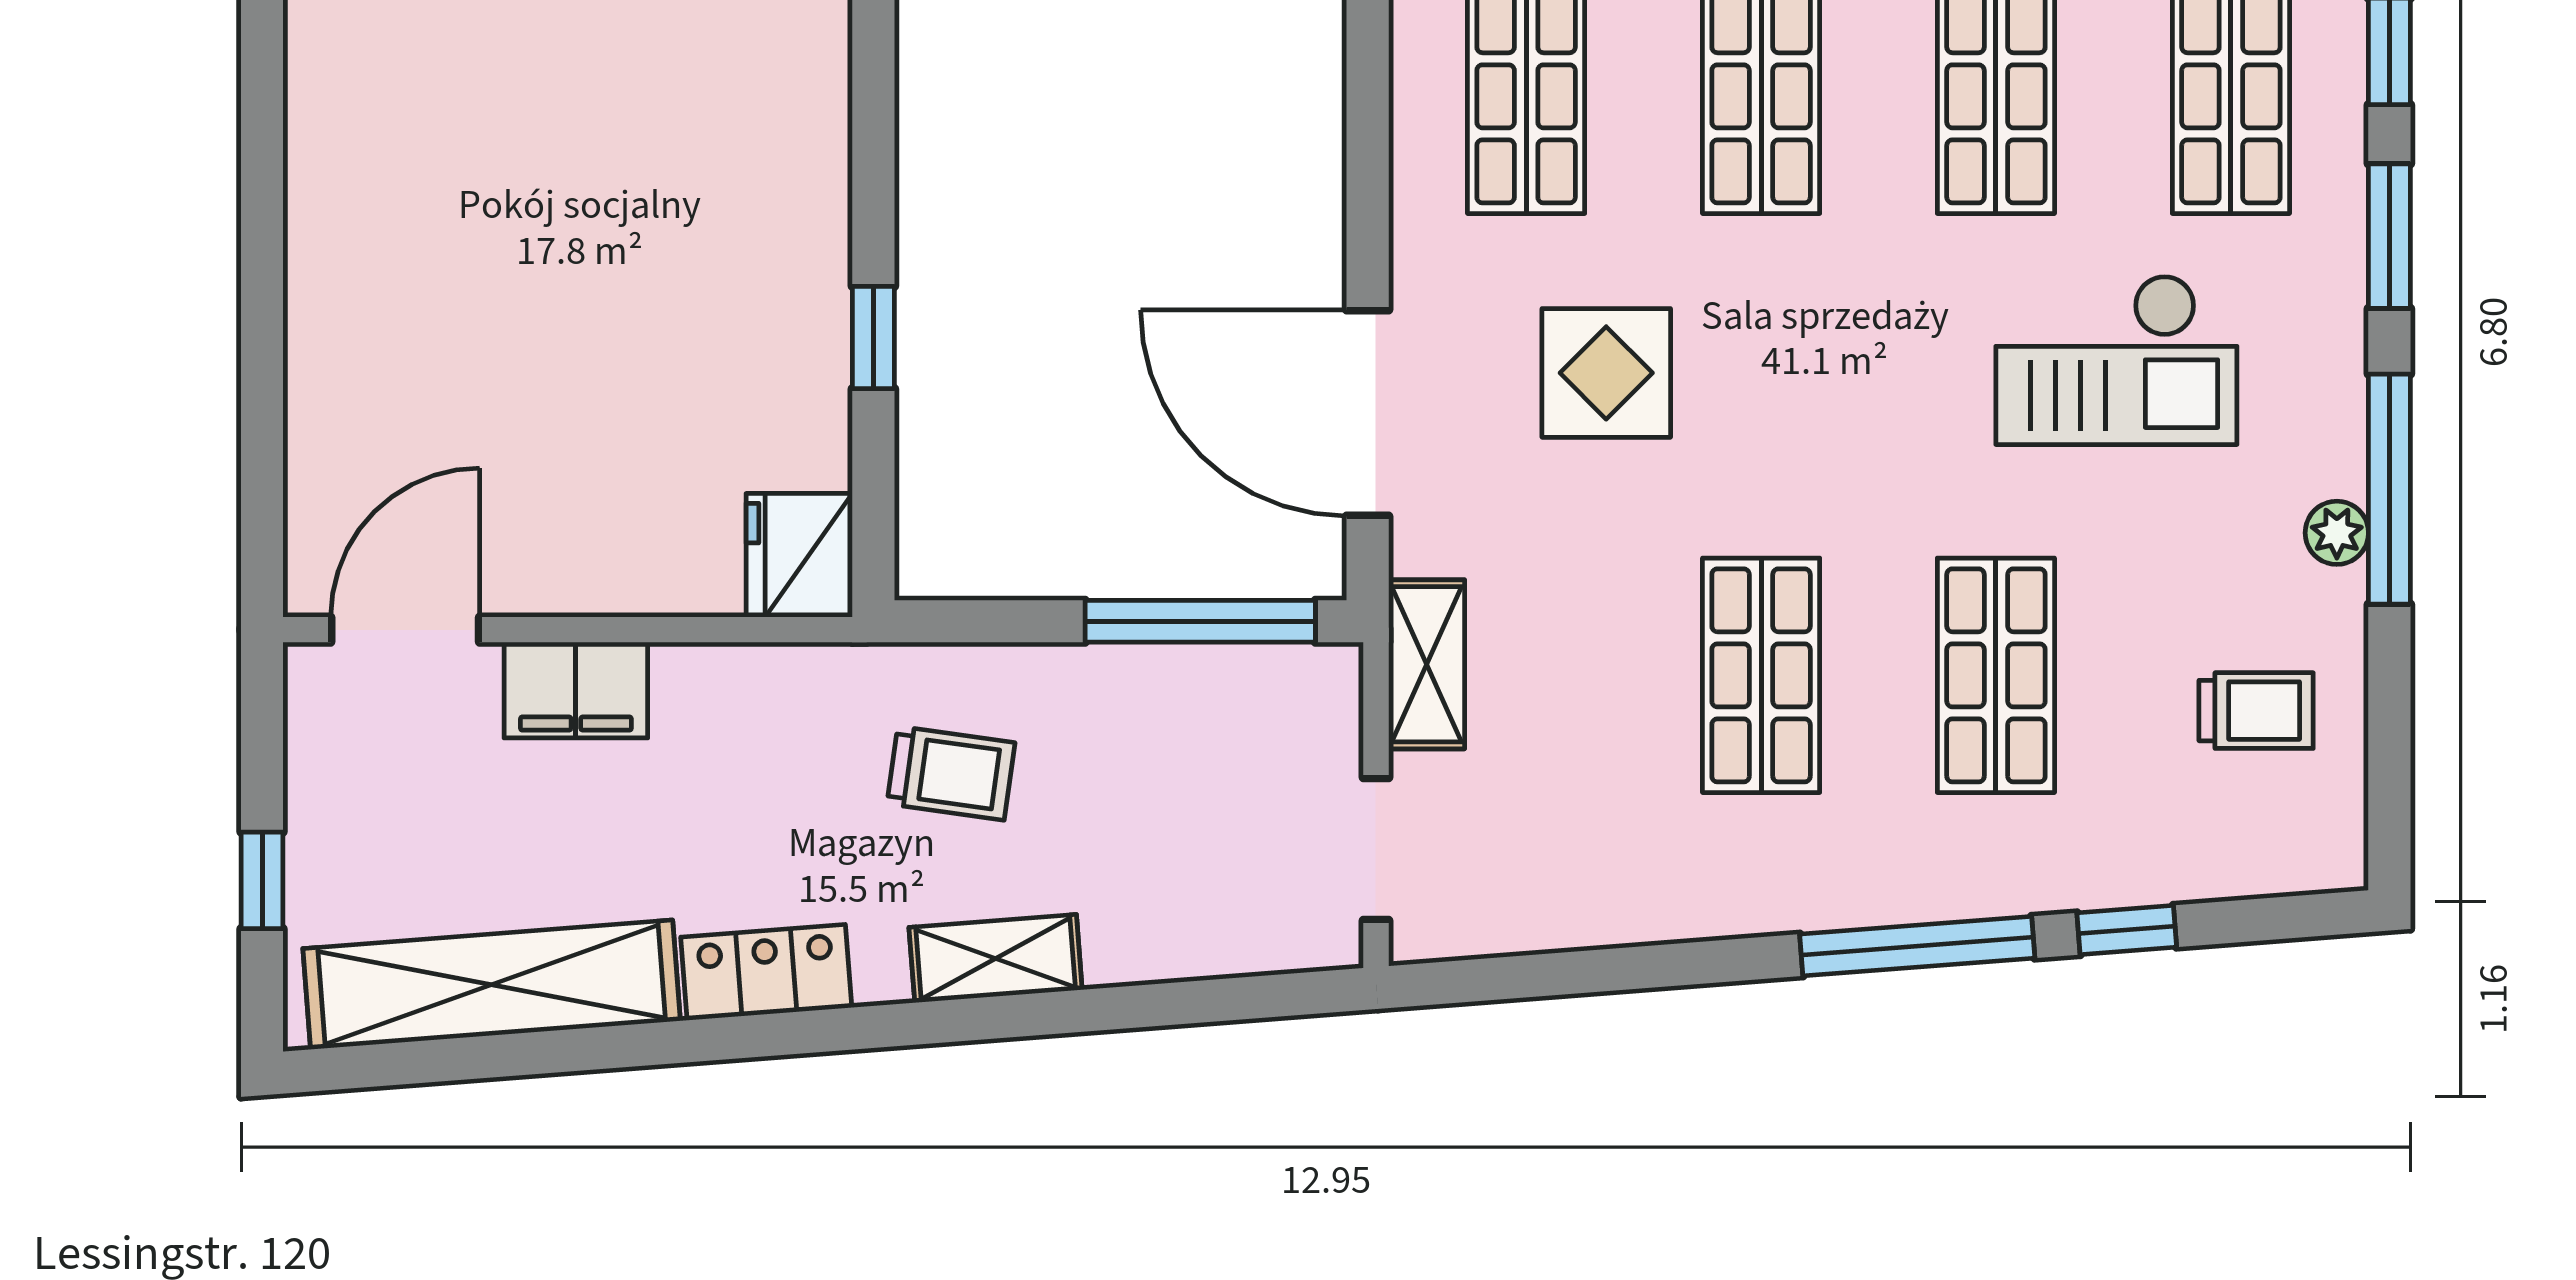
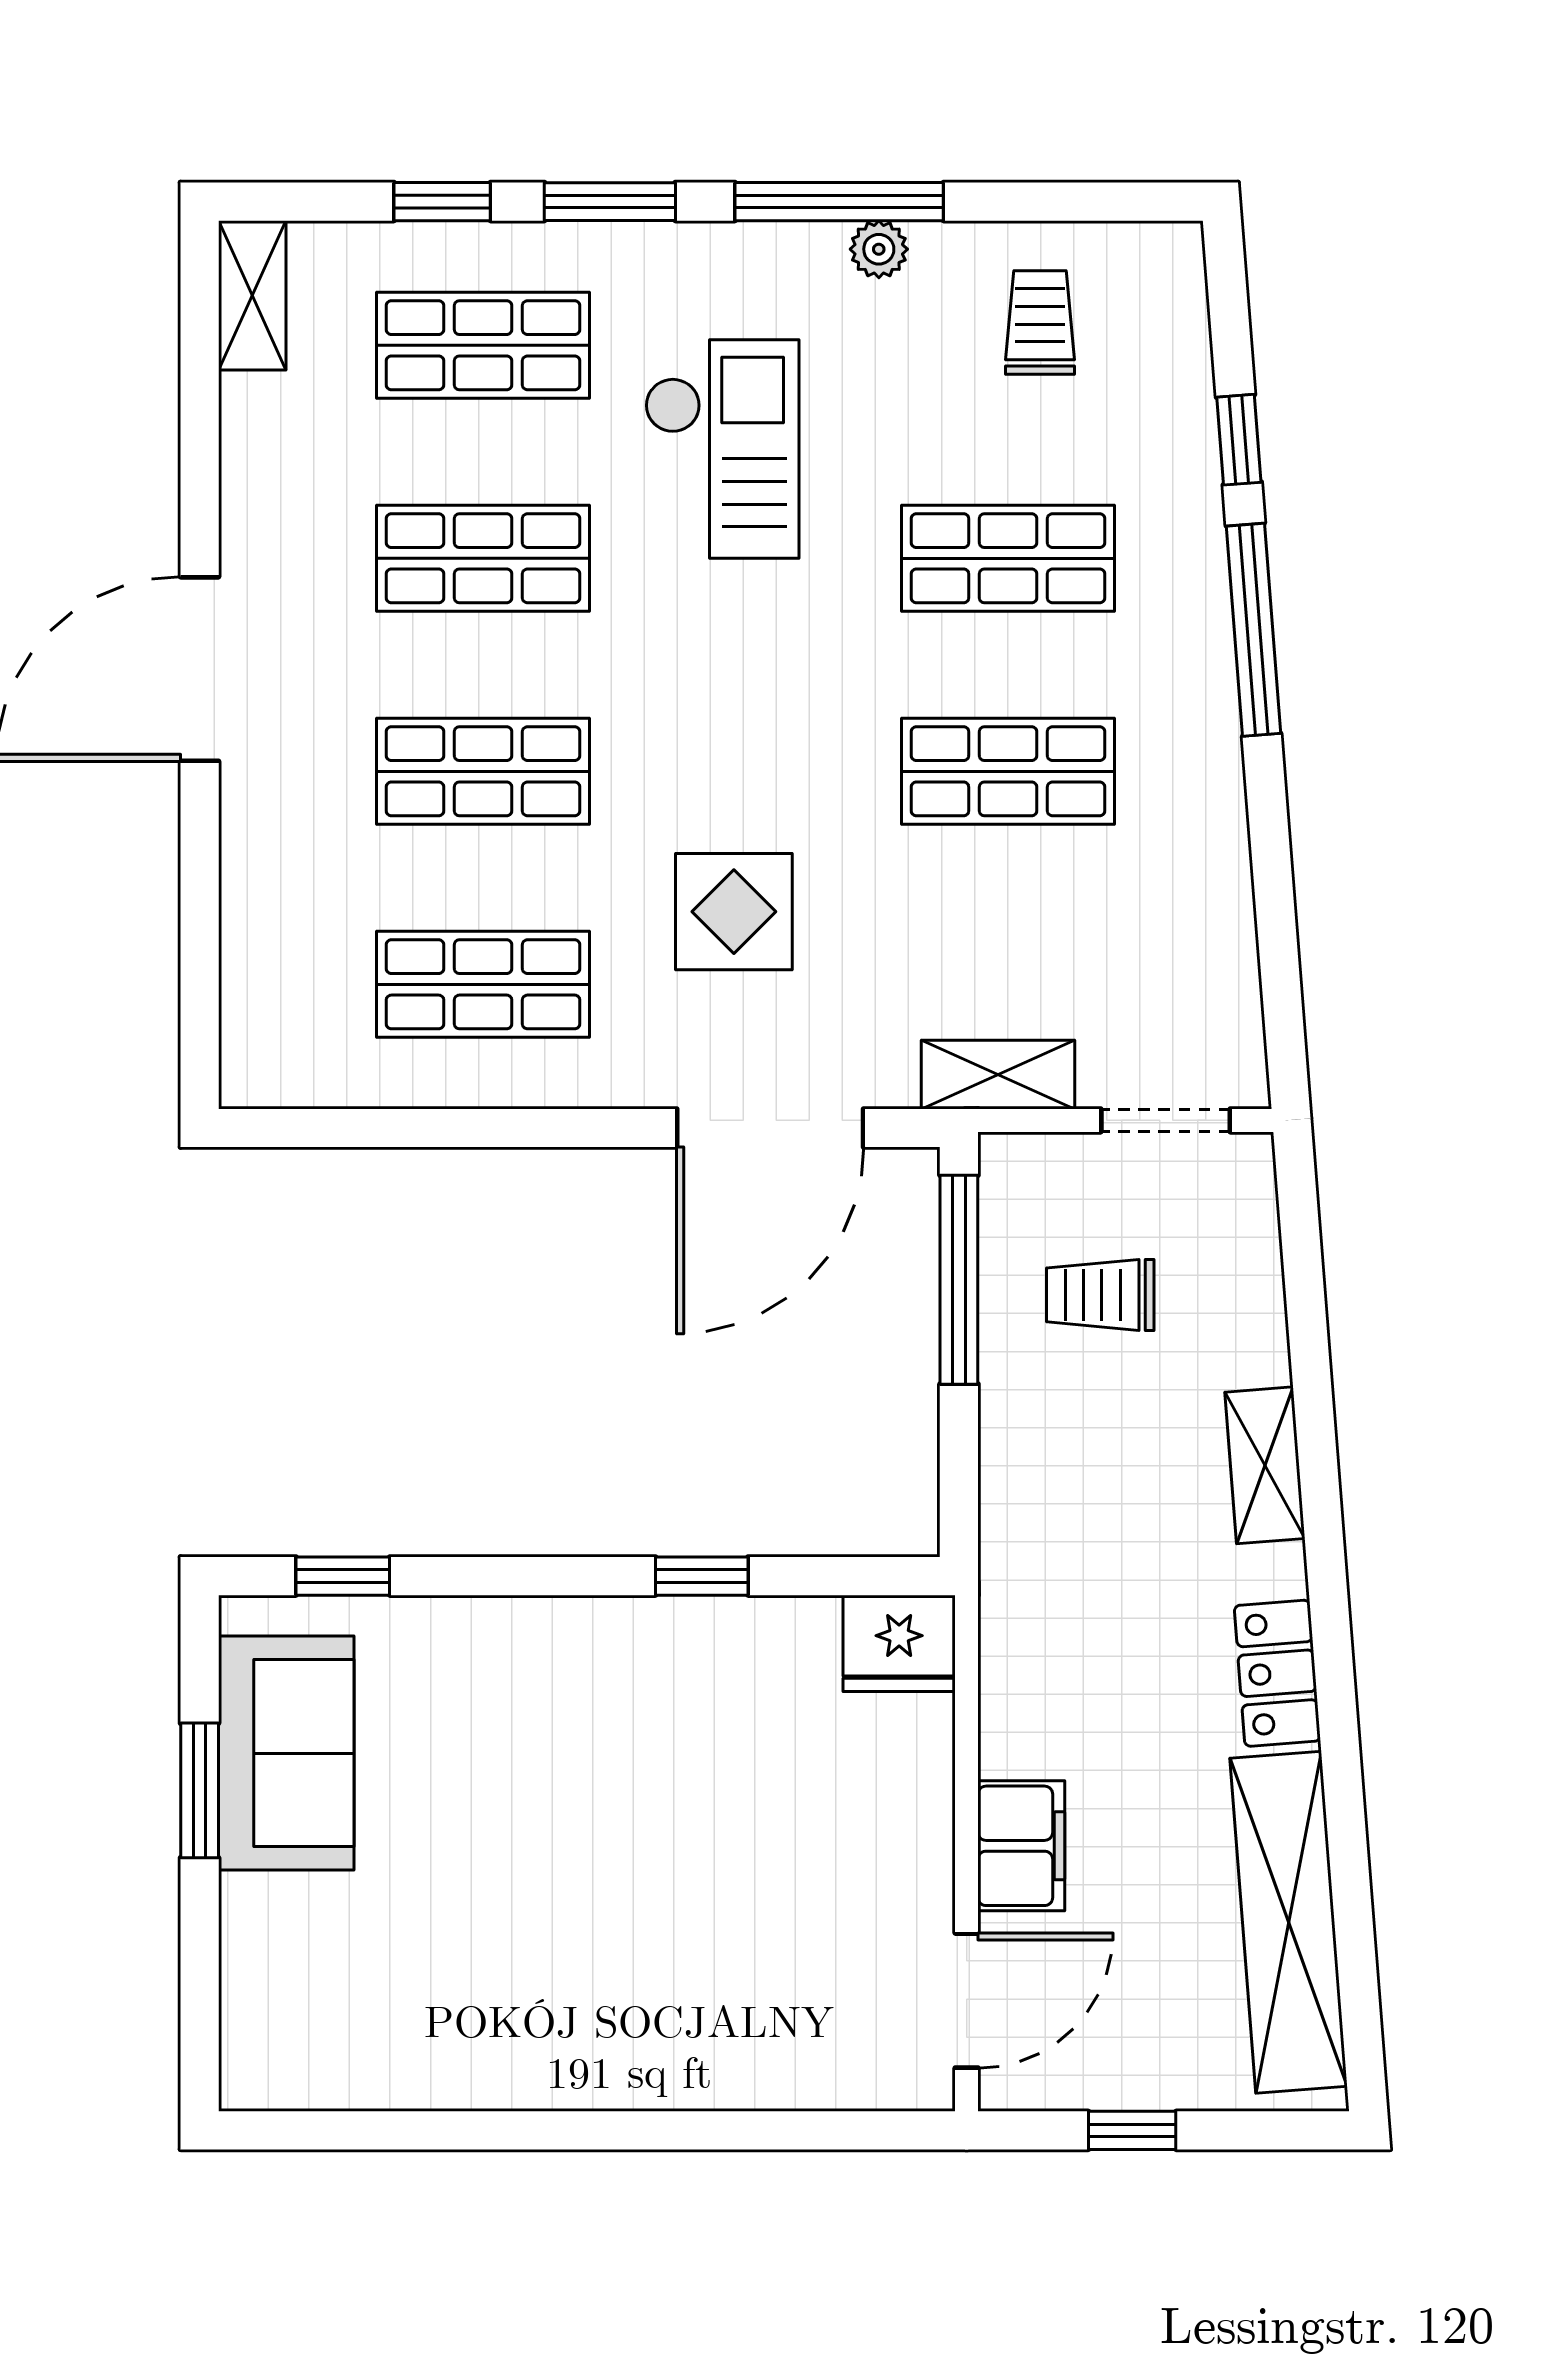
door: (405, 630) -> (967, 2001), swing flipped
trolley: (951, 773) -> (1100, 1295), moved, turned -98
window: (262, 880) -> (1132, 2130), moved

